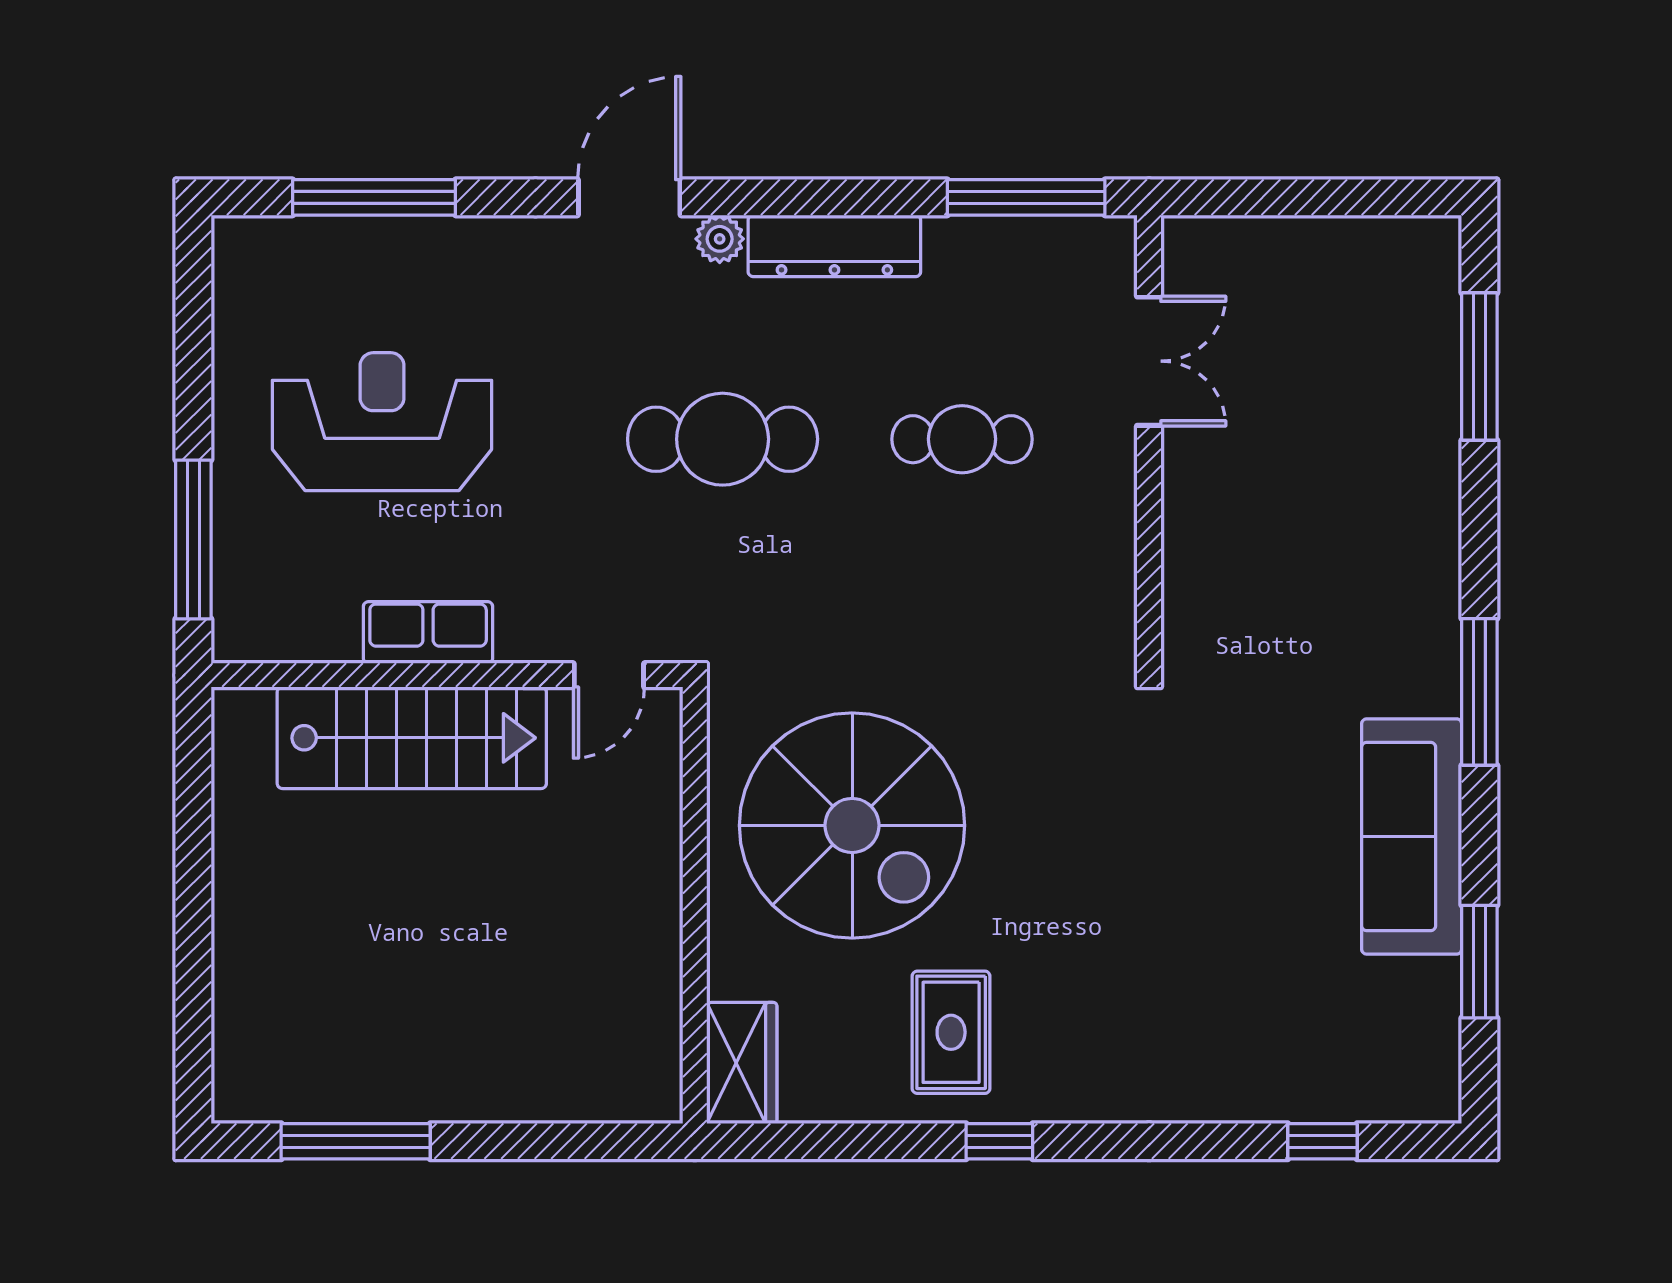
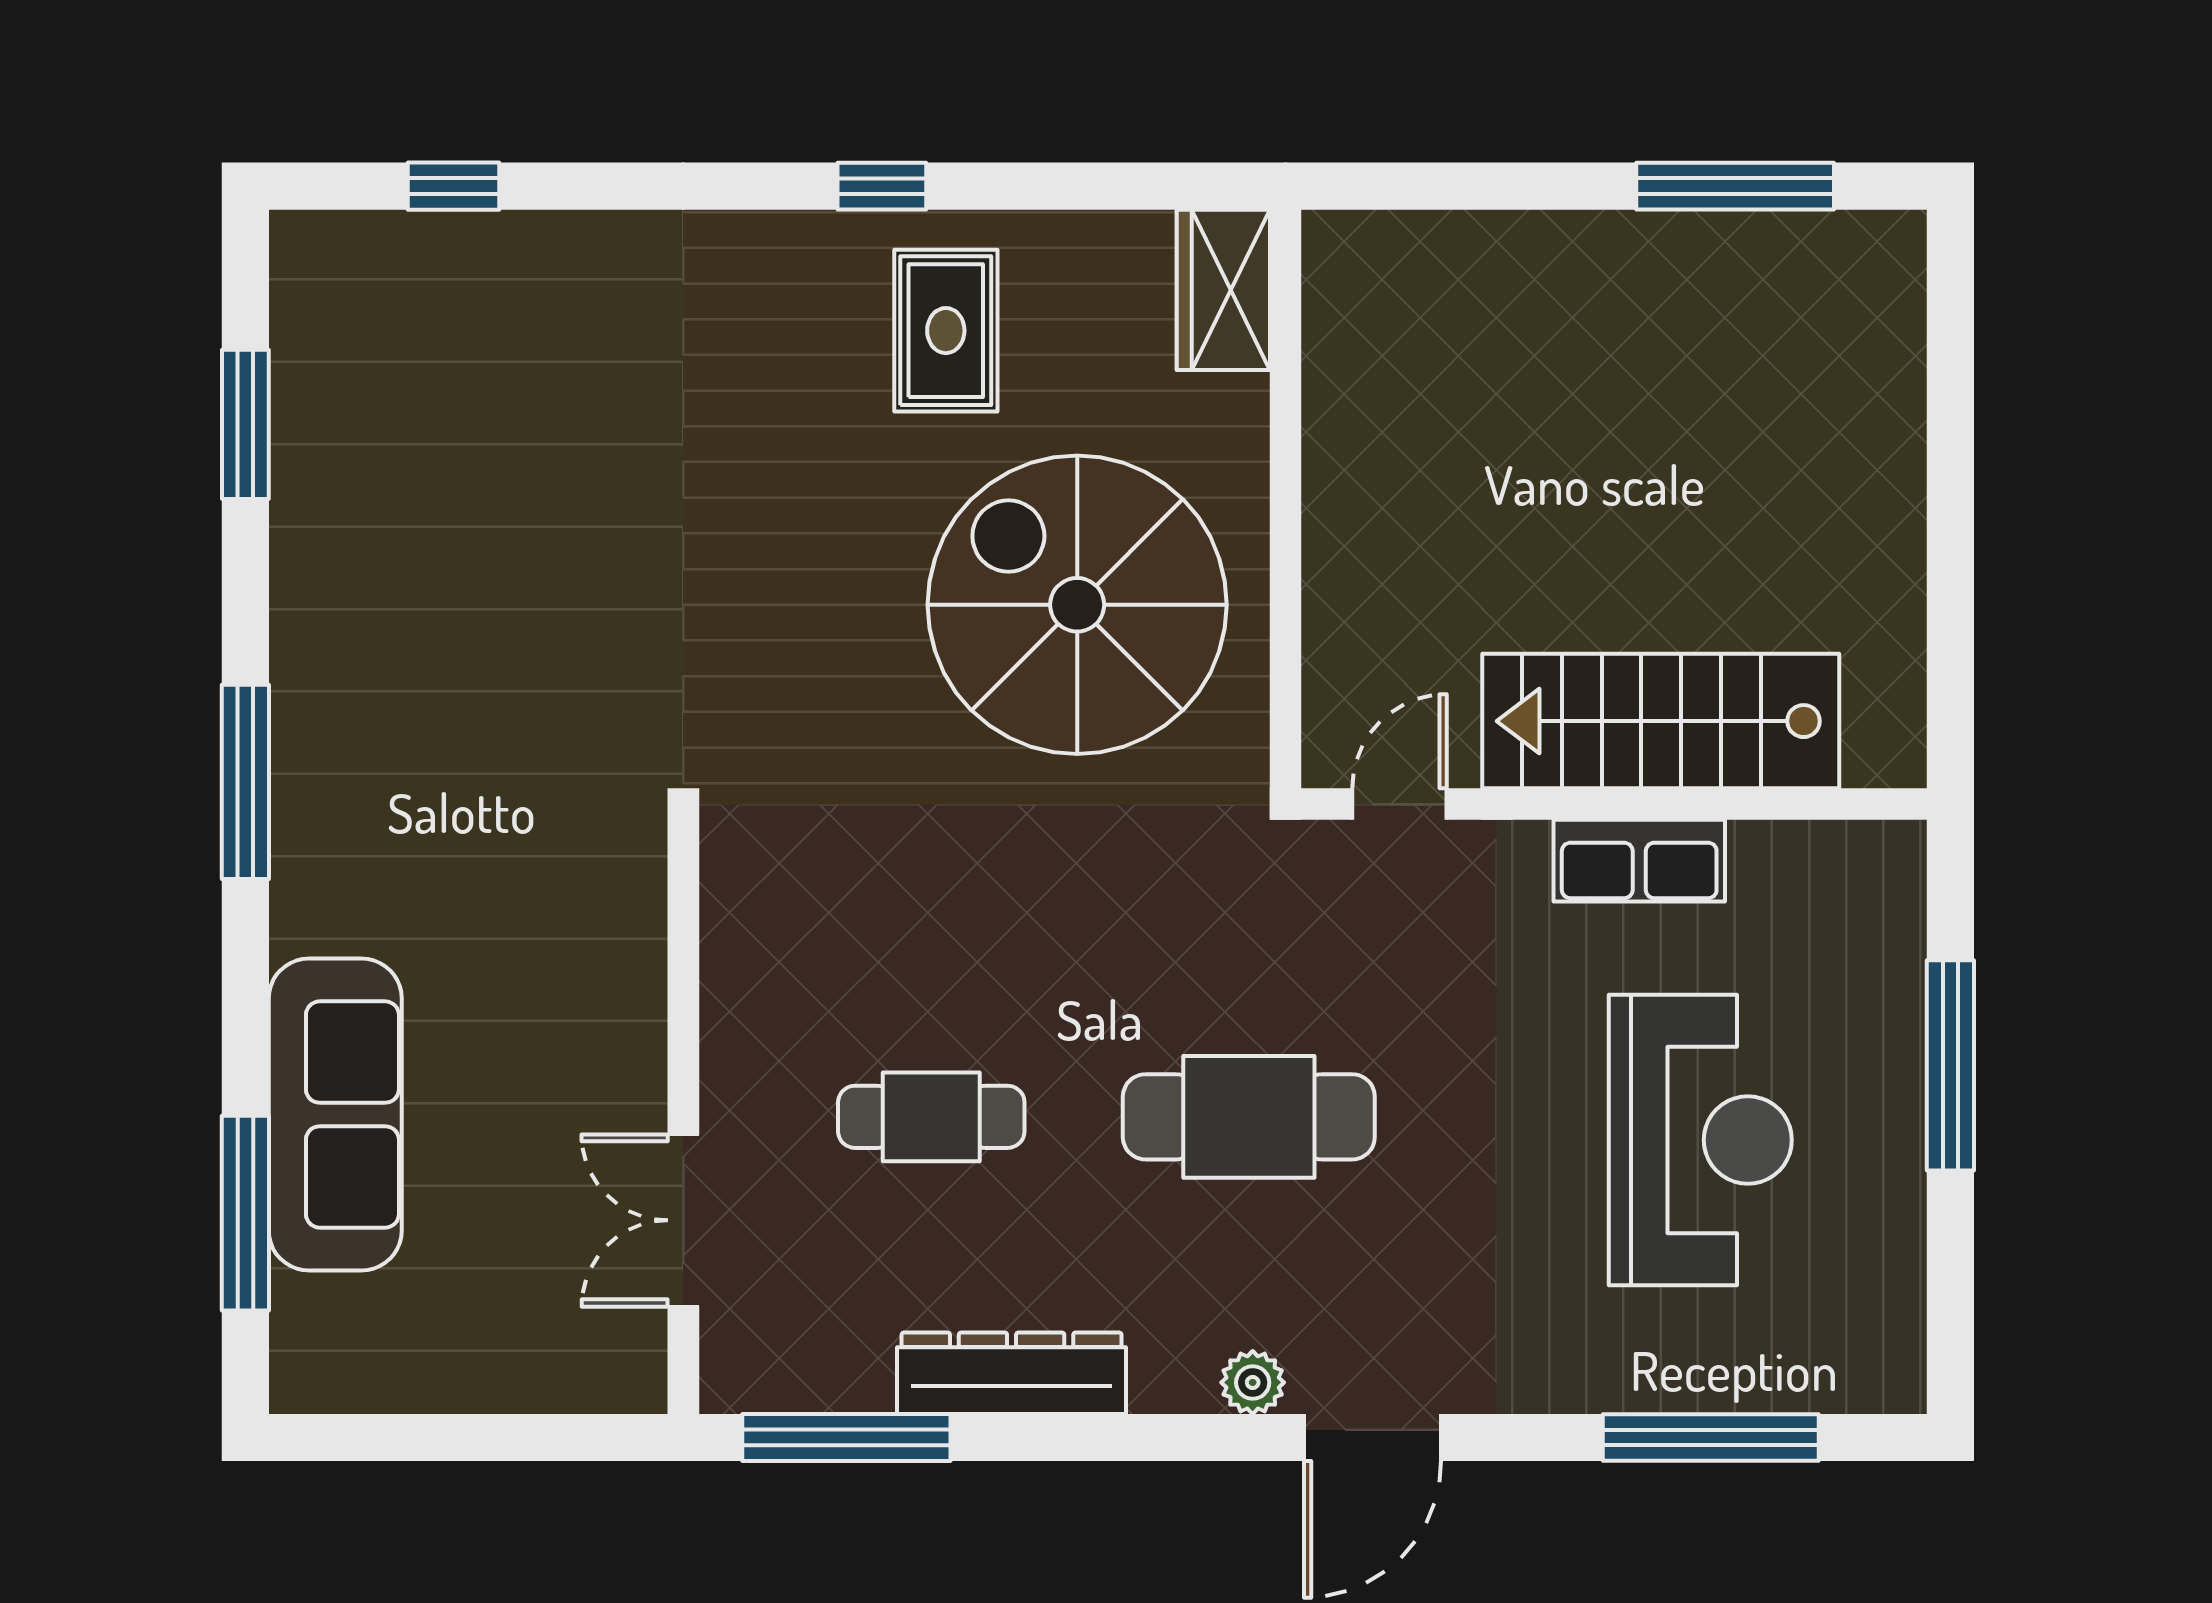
dresser: (834, 246) -> (1012, 1373), moved
reception desk: (382, 422) -> (1700, 1140), turned -90
window: (193, 539) -> (1950, 1065), moved
sofa: (1412, 836) -> (335, 1115), moved

